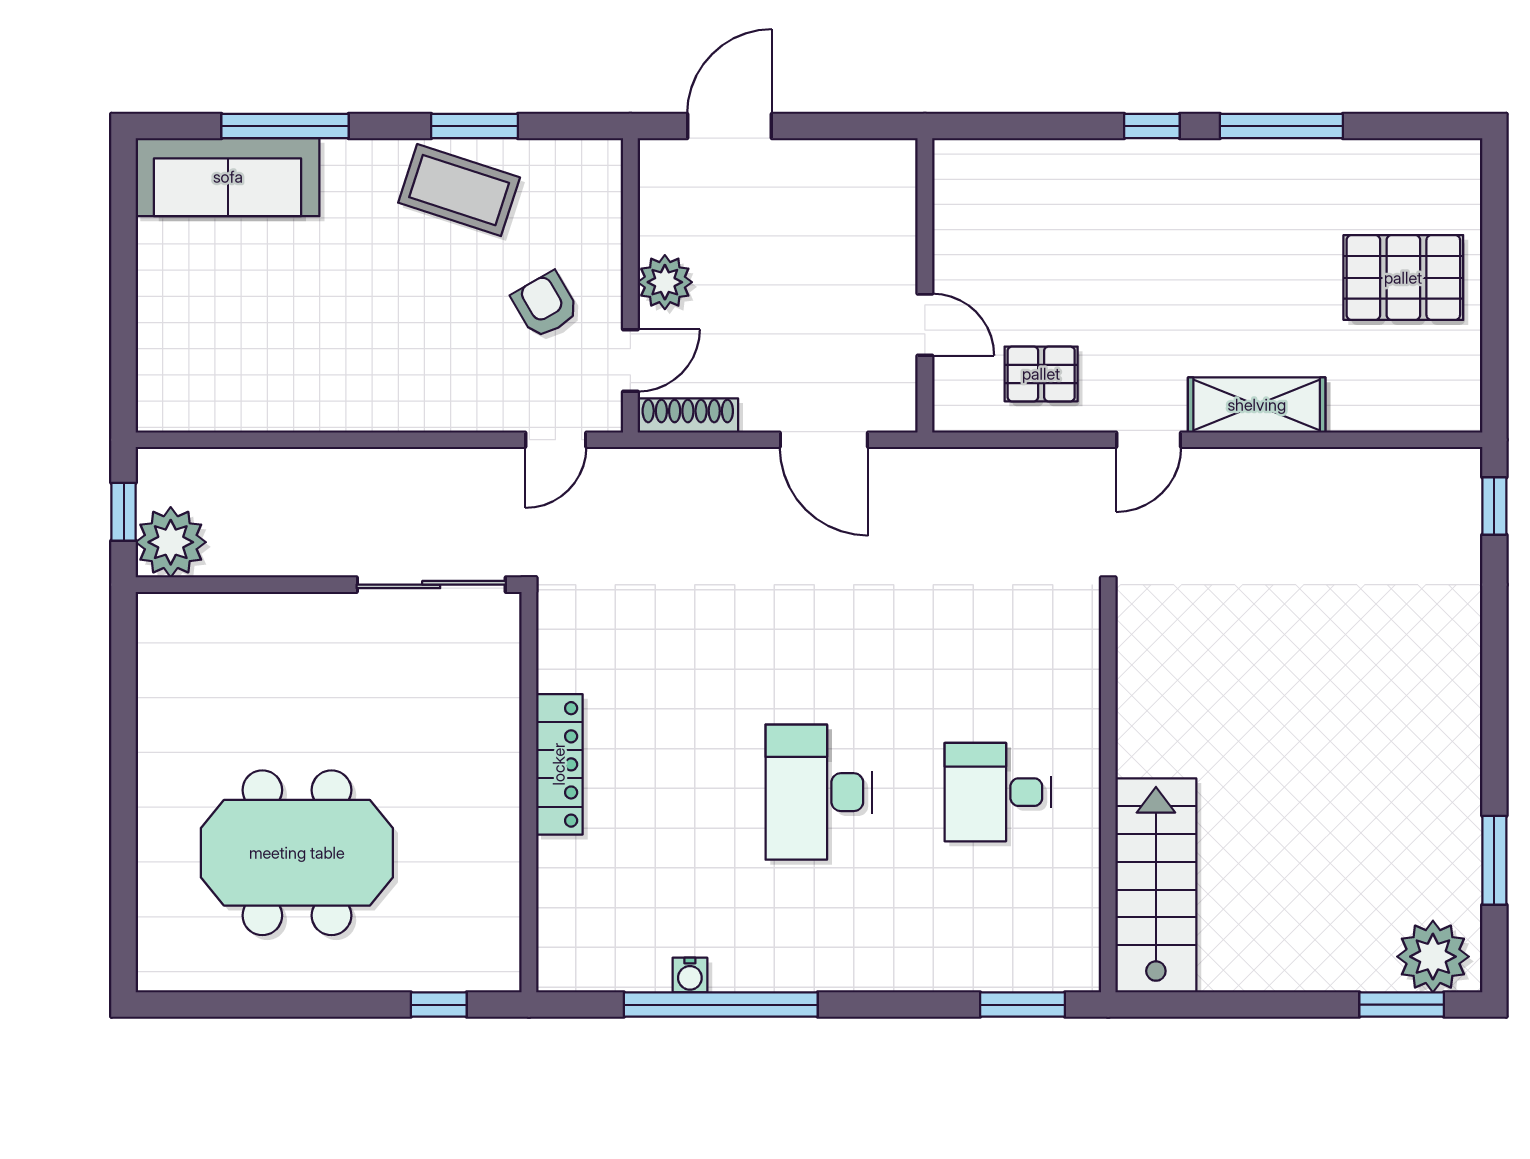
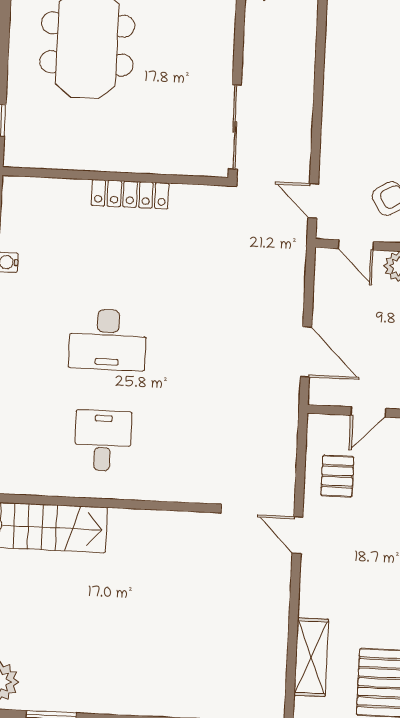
shelving: (1257, 405) -> (311, 657), moved
shoe rack: (688, 415) -> (323, 276), removed
door: (824, 440) -> (306, 352), swing flipped
desk: (819, 792) -> (108, 340), turned 180

